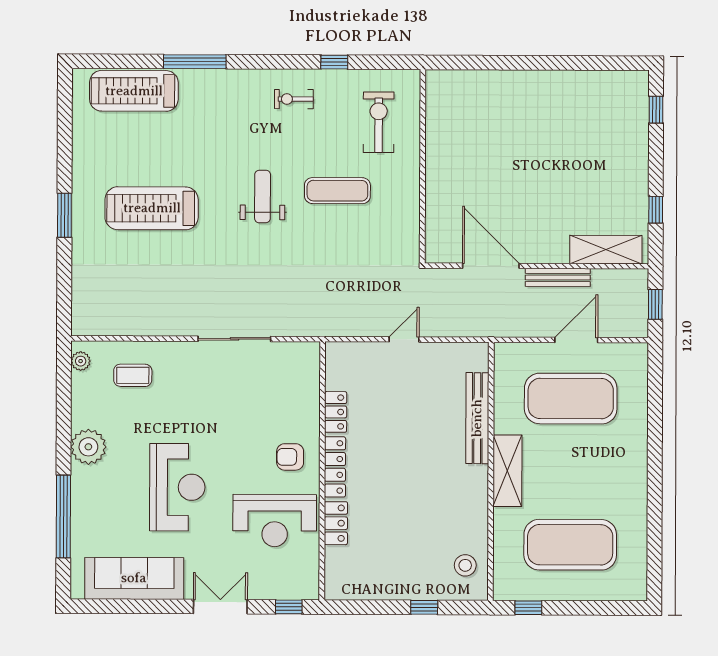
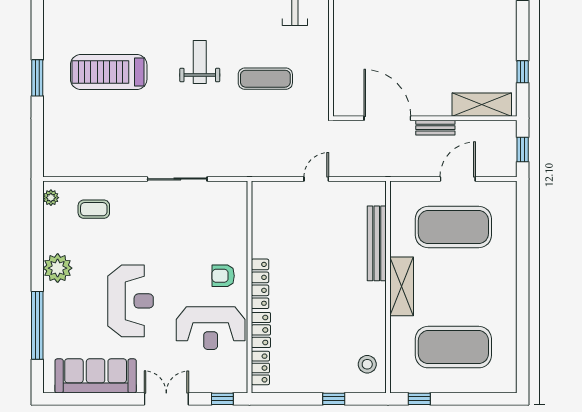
exercise mat: (337, 191) -> (265, 79), moved
bench: (558, 277) -> (435, 128), width x0.73
locker: (336, 412) -> (260, 368), moved

